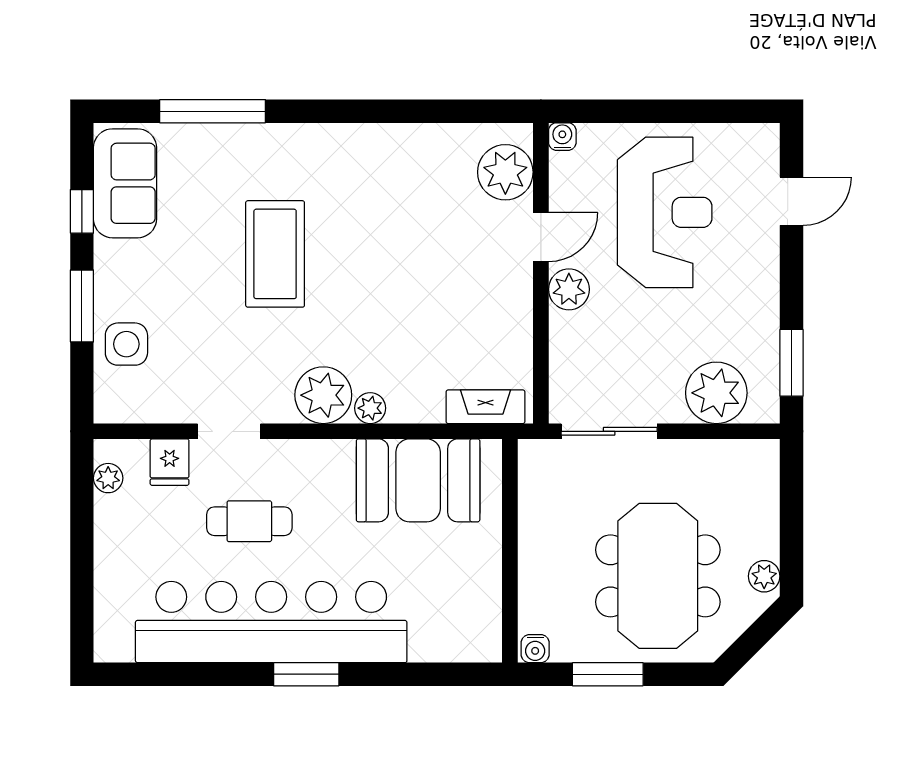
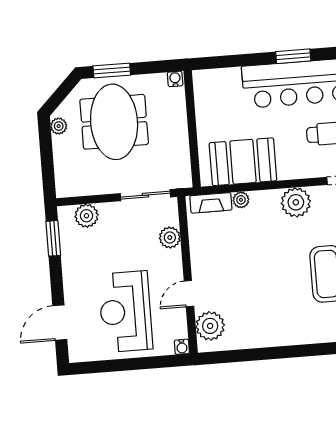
door: (791, 201) -> (60, 323), width x1.38
plant: (569, 289) -> (170, 238), moved
plant: (716, 393) -> (87, 216), width x0.73, depth x0.73
plant: (370, 408) -> (241, 200), moved
window: (608, 674) -> (112, 70), moved

